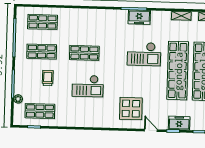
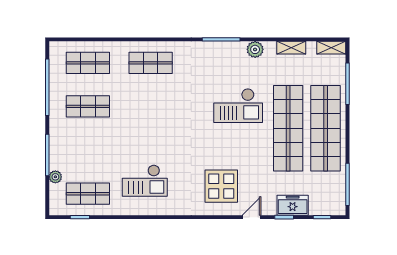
plant: (157, 16) -> (255, 49), added
freezer: (139, 17) -> (230, 52), removed
shop shelf: (84, 53) -> (151, 63), moved
trolley: (48, 78) -> (98, 145), removed
checkout: (88, 86) -> (145, 181), moved
door: (151, 130) -> (251, 217), hinge flipped

